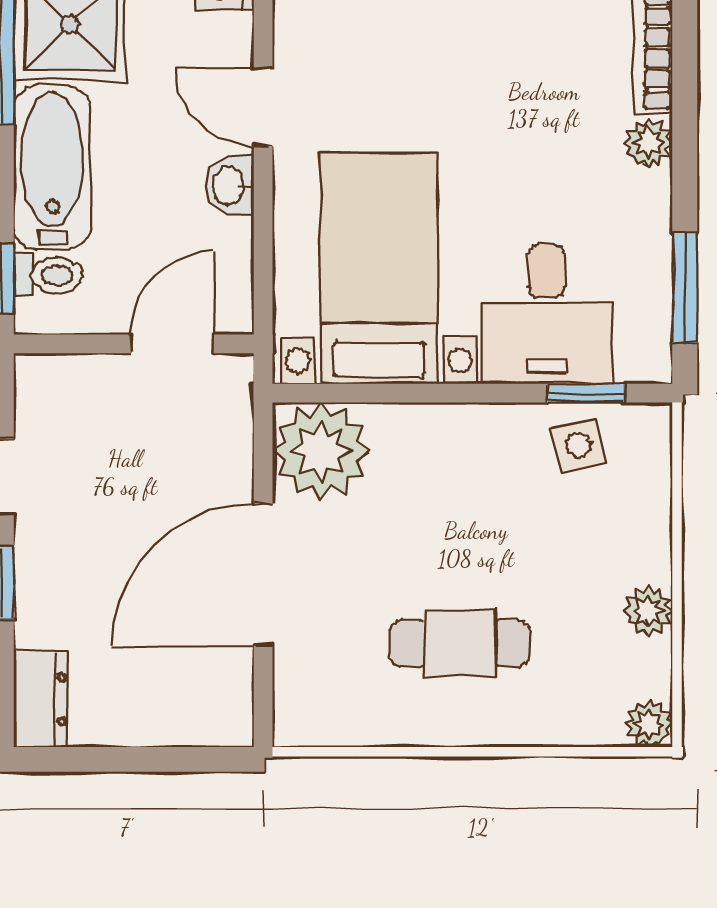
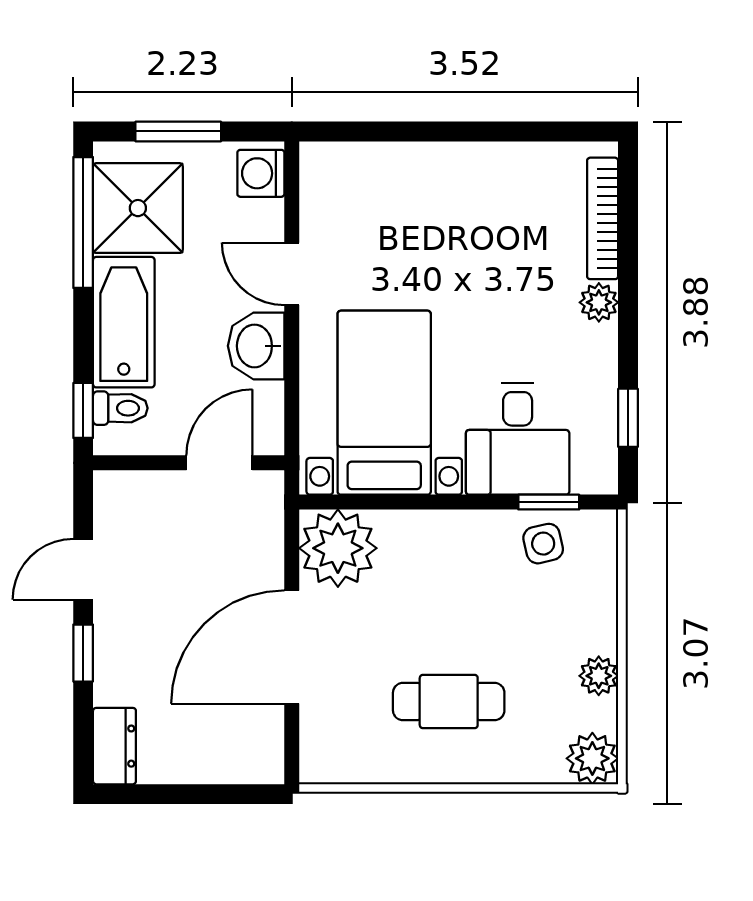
washbasin: (229, 186) -> (256, 346), width x1.38, depth x1.45
window: (685, 287) -> (628, 418), width x0.67
plant: (649, 724) -> (592, 758), width x1.38, depth x1.38

